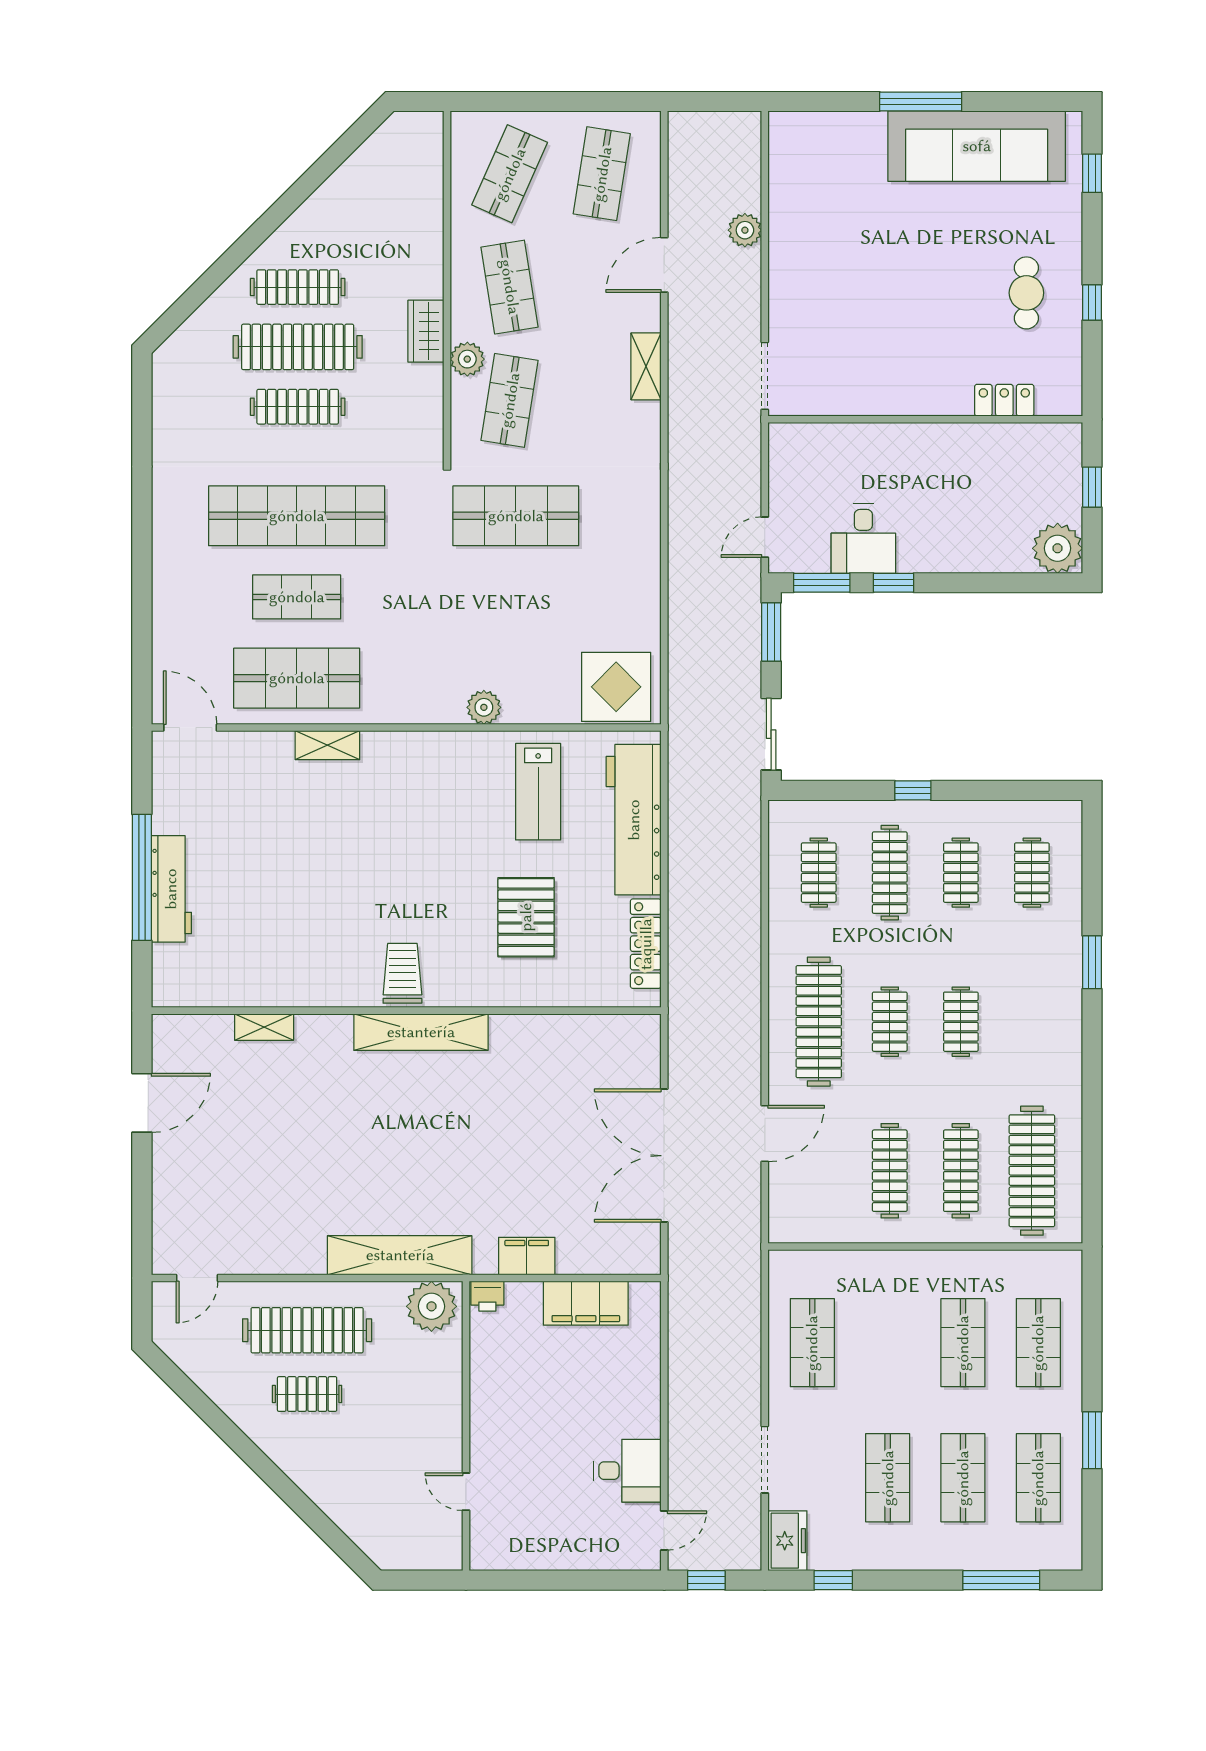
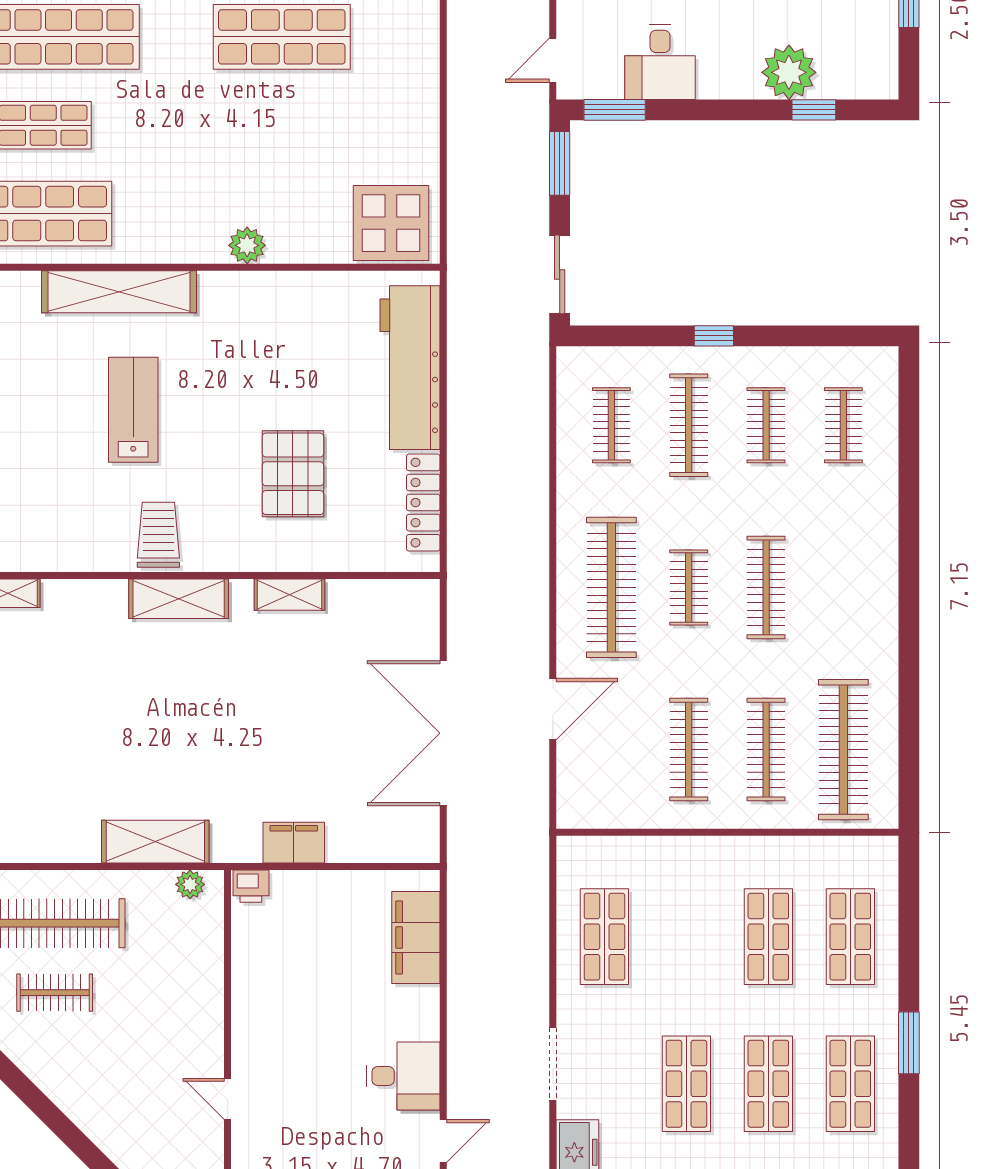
plant: (1058, 548) -> (789, 72), moved
window: (893, 583) -> (814, 110), moved
shelving: (327, 745) -> (119, 292), width x2.20, depth x1.33
lab bench: (538, 792) -> (133, 410), moved, turned 180
window: (1092, 962) -> (909, 523), removed
clothes rail: (961, 1022) -> (766, 587), width x1.36
shelving: (523, 1028) -> (289, 595), added
shelving: (421, 1032) -> (179, 599), width x0.68
shelving: (400, 1255) -> (155, 842), width x0.68
filing cabinet: (586, 1303) -> (416, 938), moved, turned 90
plant: (431, 1306) -> (190, 884), width x0.53, depth x0.53

